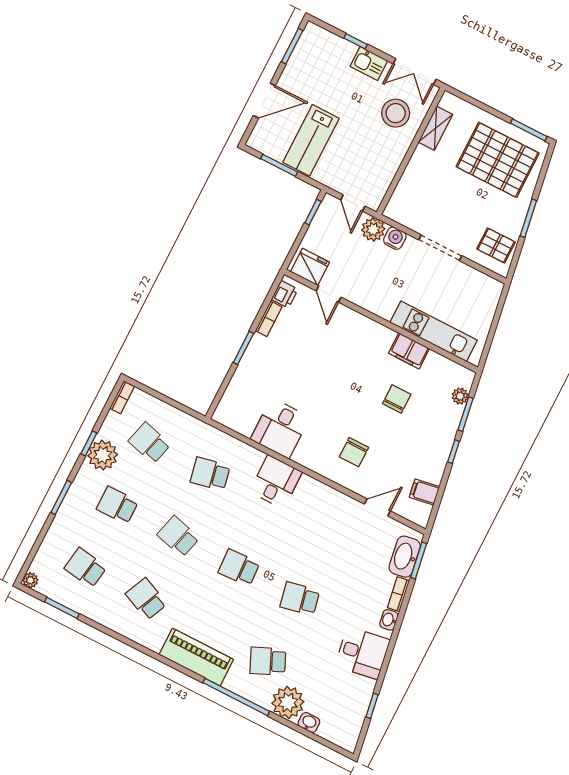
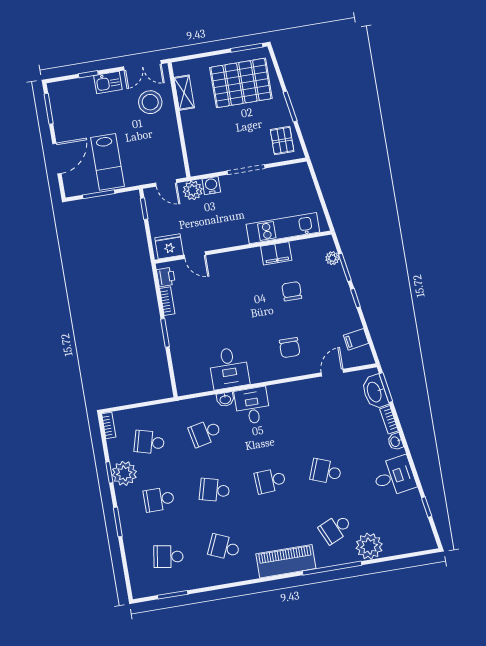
pallet: (496, 246) -> (282, 141), turned 90
plant: (30, 580) -> (138, 592), removed
school desk: (300, 599) -> (326, 471), turned 33
washbasin: (309, 723) -> (225, 399), moved, turned 180

